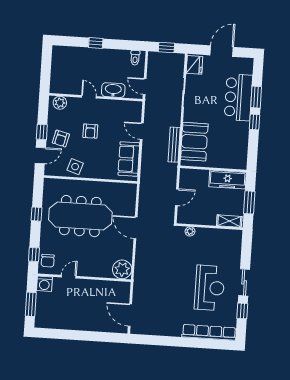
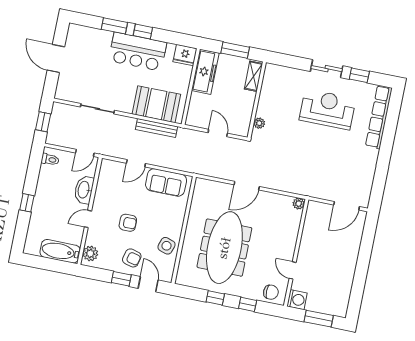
fridge: (194, 65) -> (185, 55), moved, turned 180
bathtub: (58, 77) -> (60, 251), added
bar counter: (238, 97) -> (138, 52), moved
window: (34, 254) -> (248, 304), moved
plant: (122, 269) -> (299, 204), width x0.53, depth x0.53

